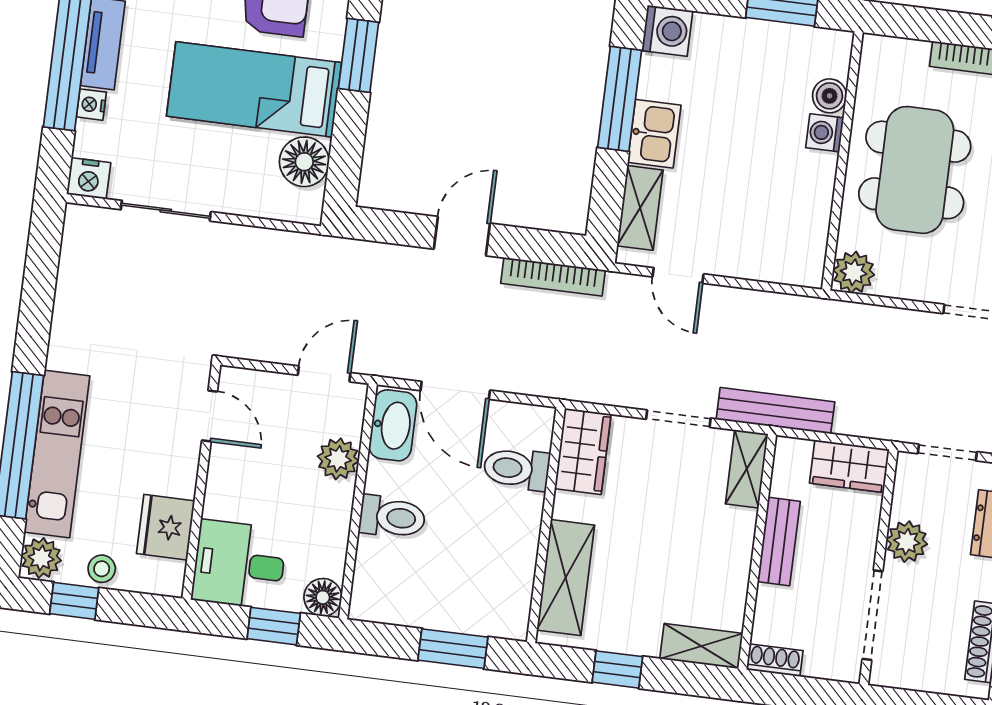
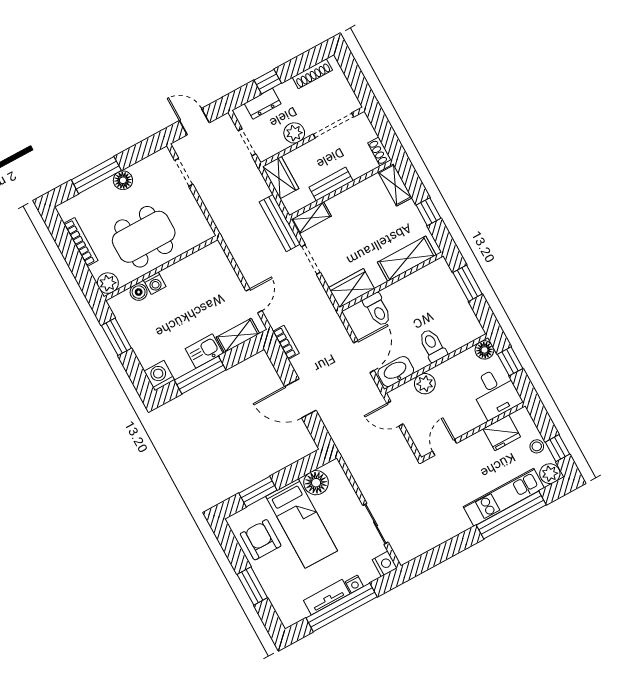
door: (462, 236) -> (300, 398), width x1.37
plant: (854, 272) -> (108, 283), moved
bookcase: (553, 277) -> (286, 342), width x0.64

